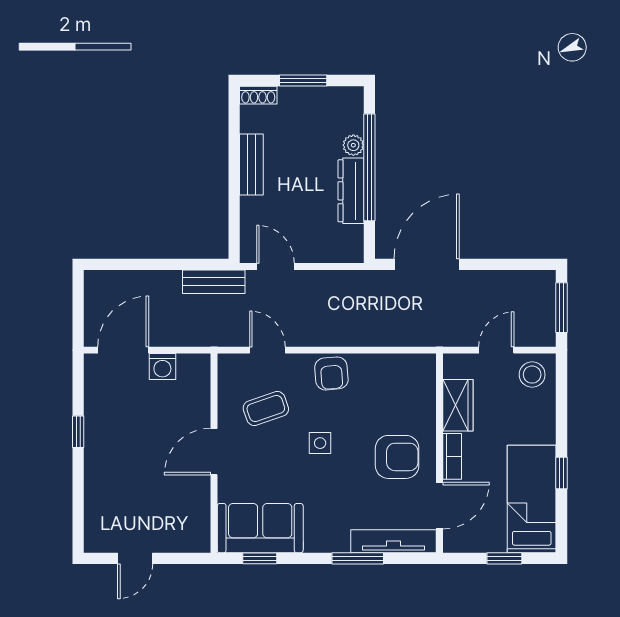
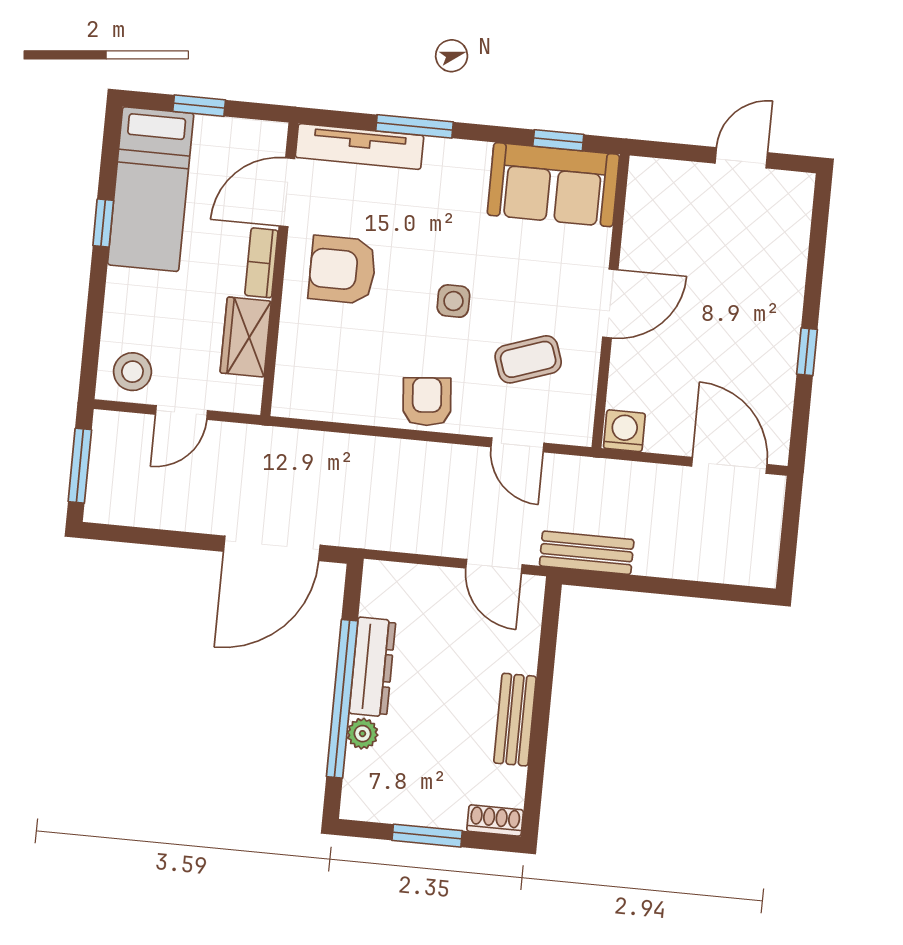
door: (123, 350) -> (729, 465), swing flipped
washing machine: (162, 367) -> (624, 431), moved

